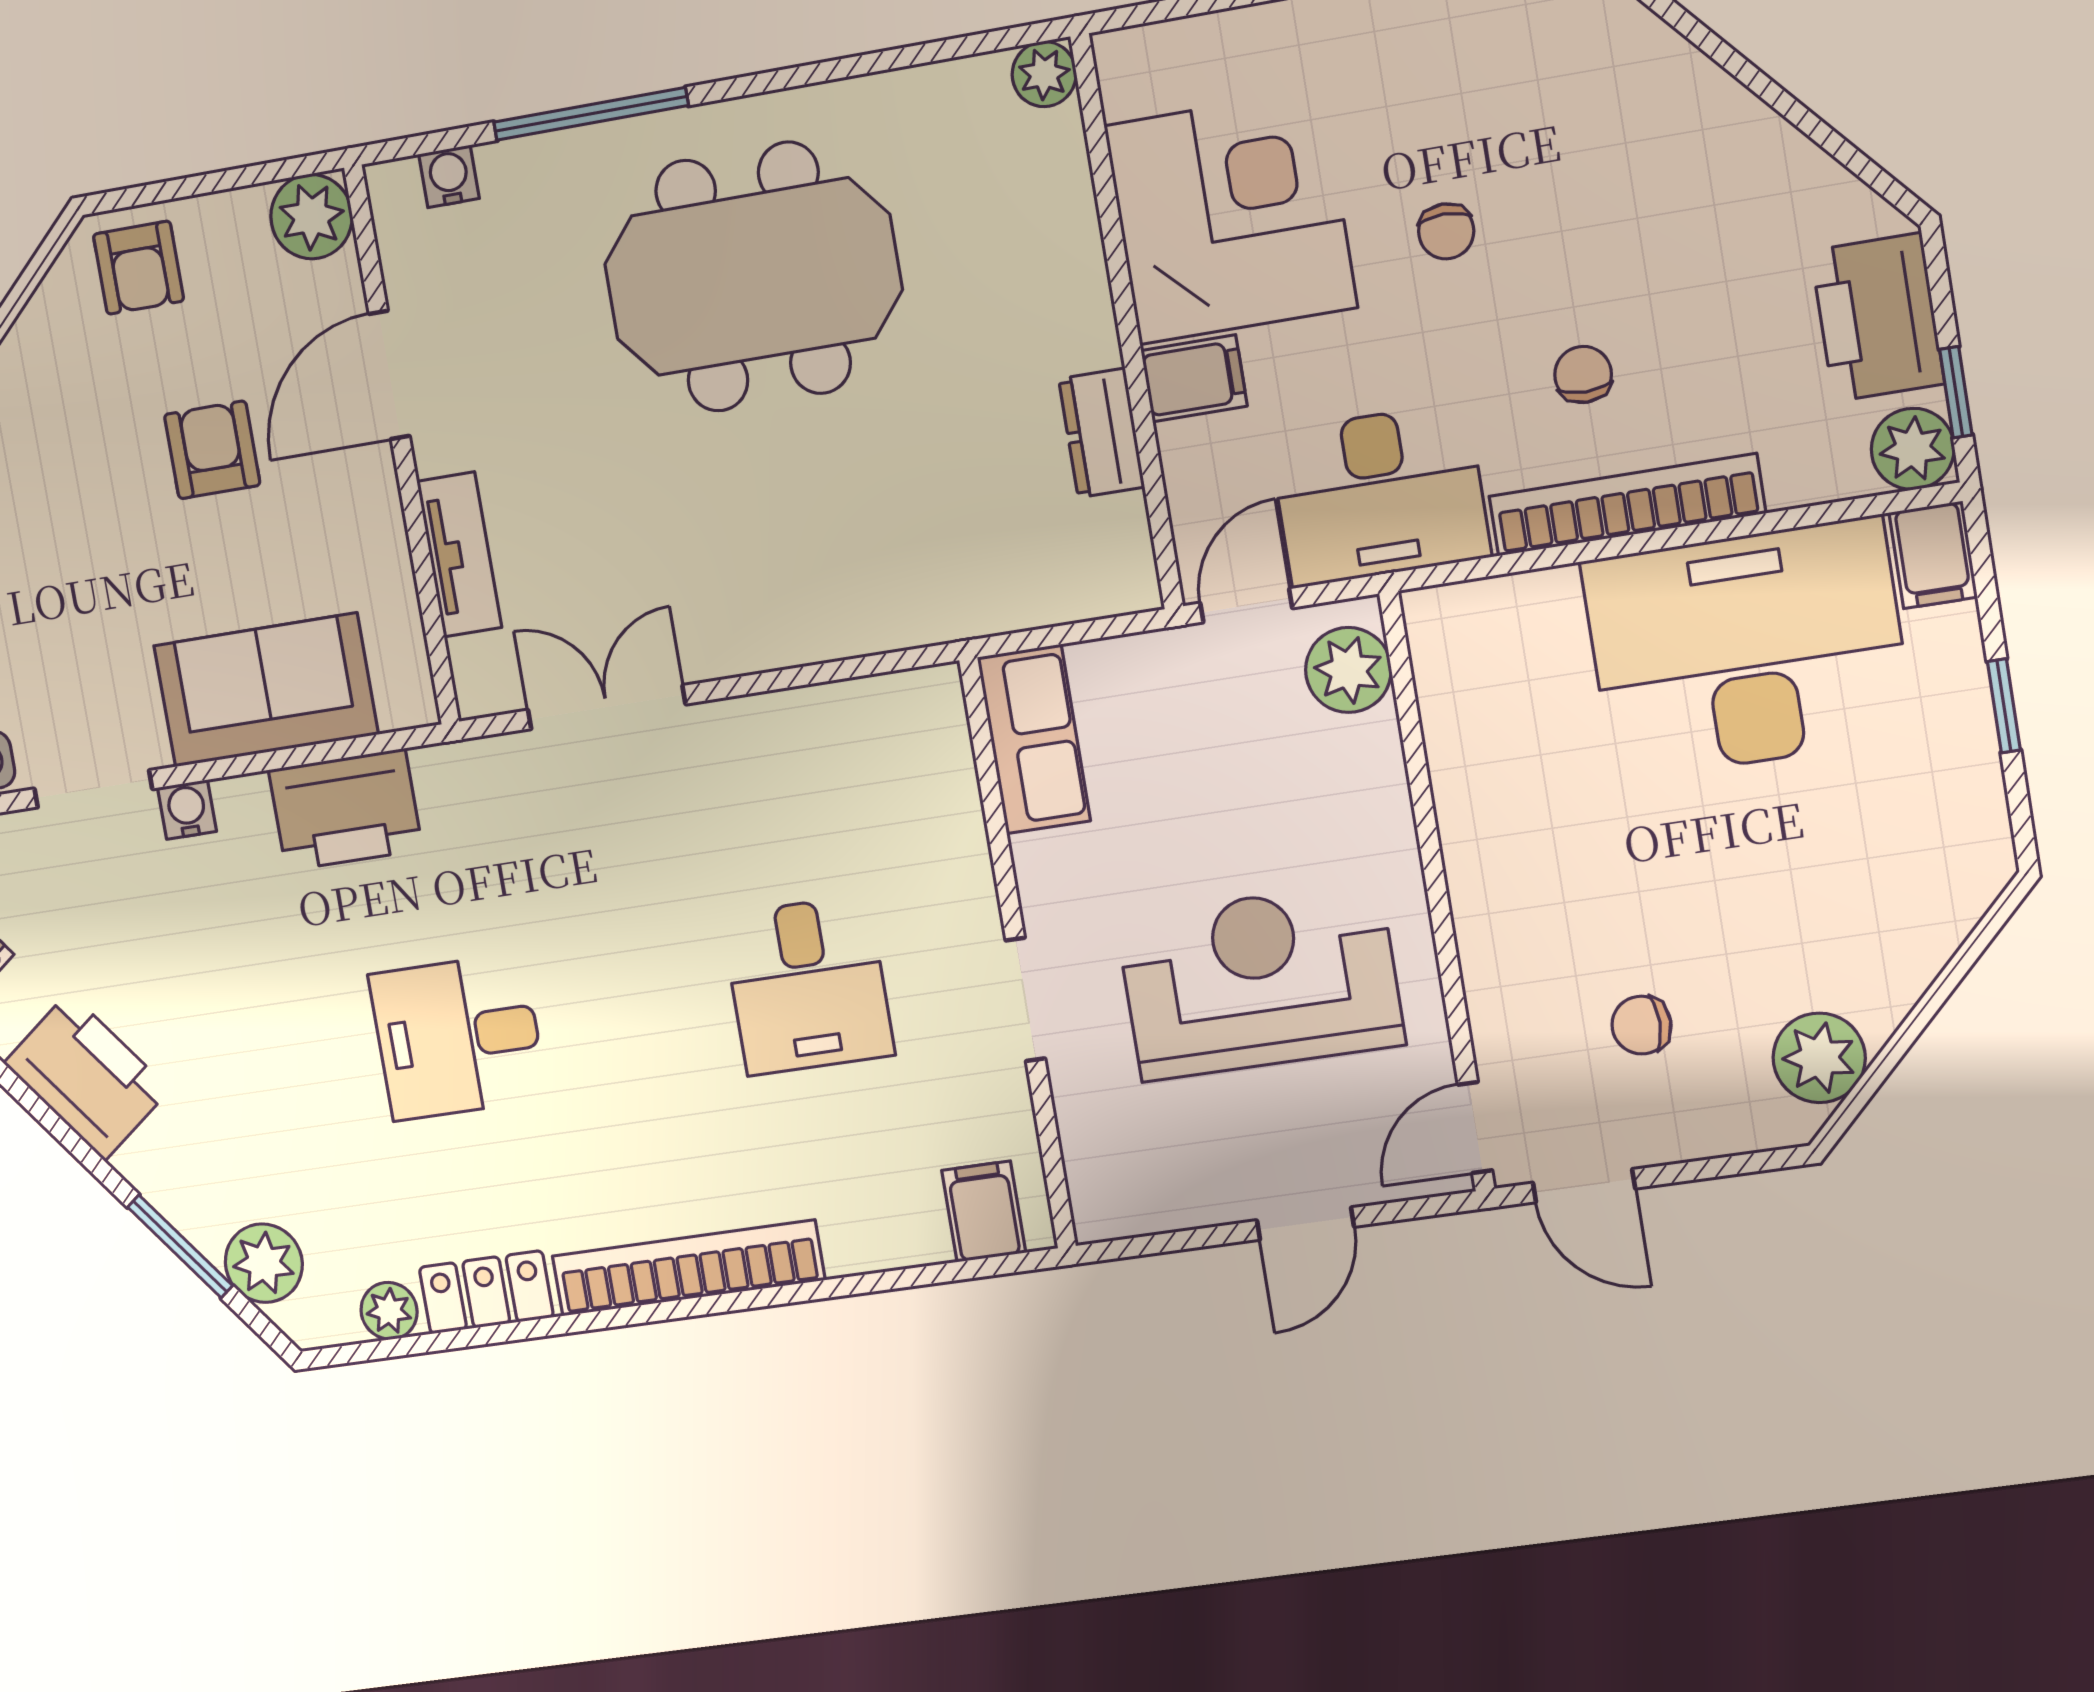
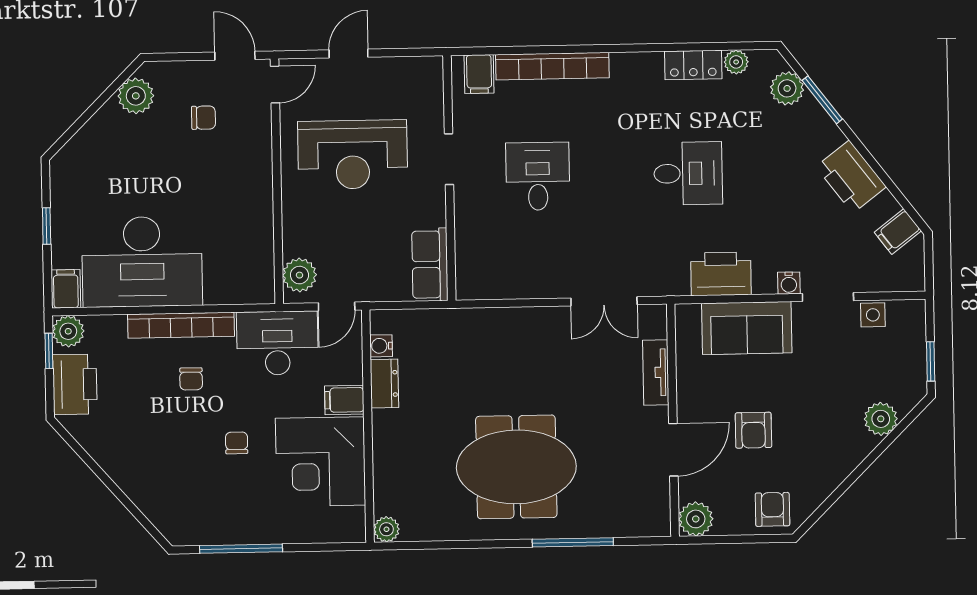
water cooler: (449, 176) -> (381, 346), moved, turned 90
bookcase: (688, 1268) -> (552, 66), moved

